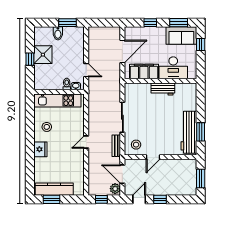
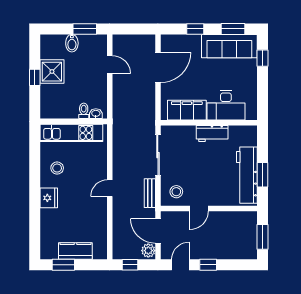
sofa: (181, 36) -> (229, 46), width x1.36
desk: (173, 68) -> (226, 105), moved
door: (86, 70) -> (110, 65), moved
filing cabinet: (144, 71) -> (187, 110), moved
wall: (160, 81) -> (209, 123), moved
workbench: (163, 89) -> (212, 134), moved
kitchen counter: (54, 189) -> (75, 251), width x0.67

